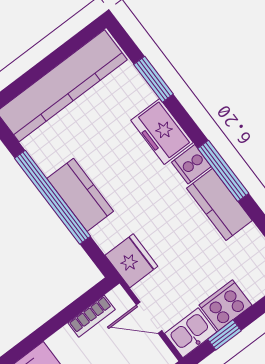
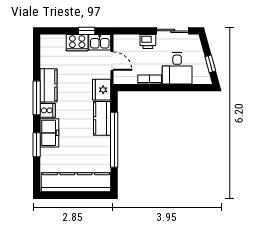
window: (154, 79) -> (37, 145), moved
kitchen counter: (80, 195) -> (102, 118), moved
bookcase: (92, 316) -> (150, 79), moved

